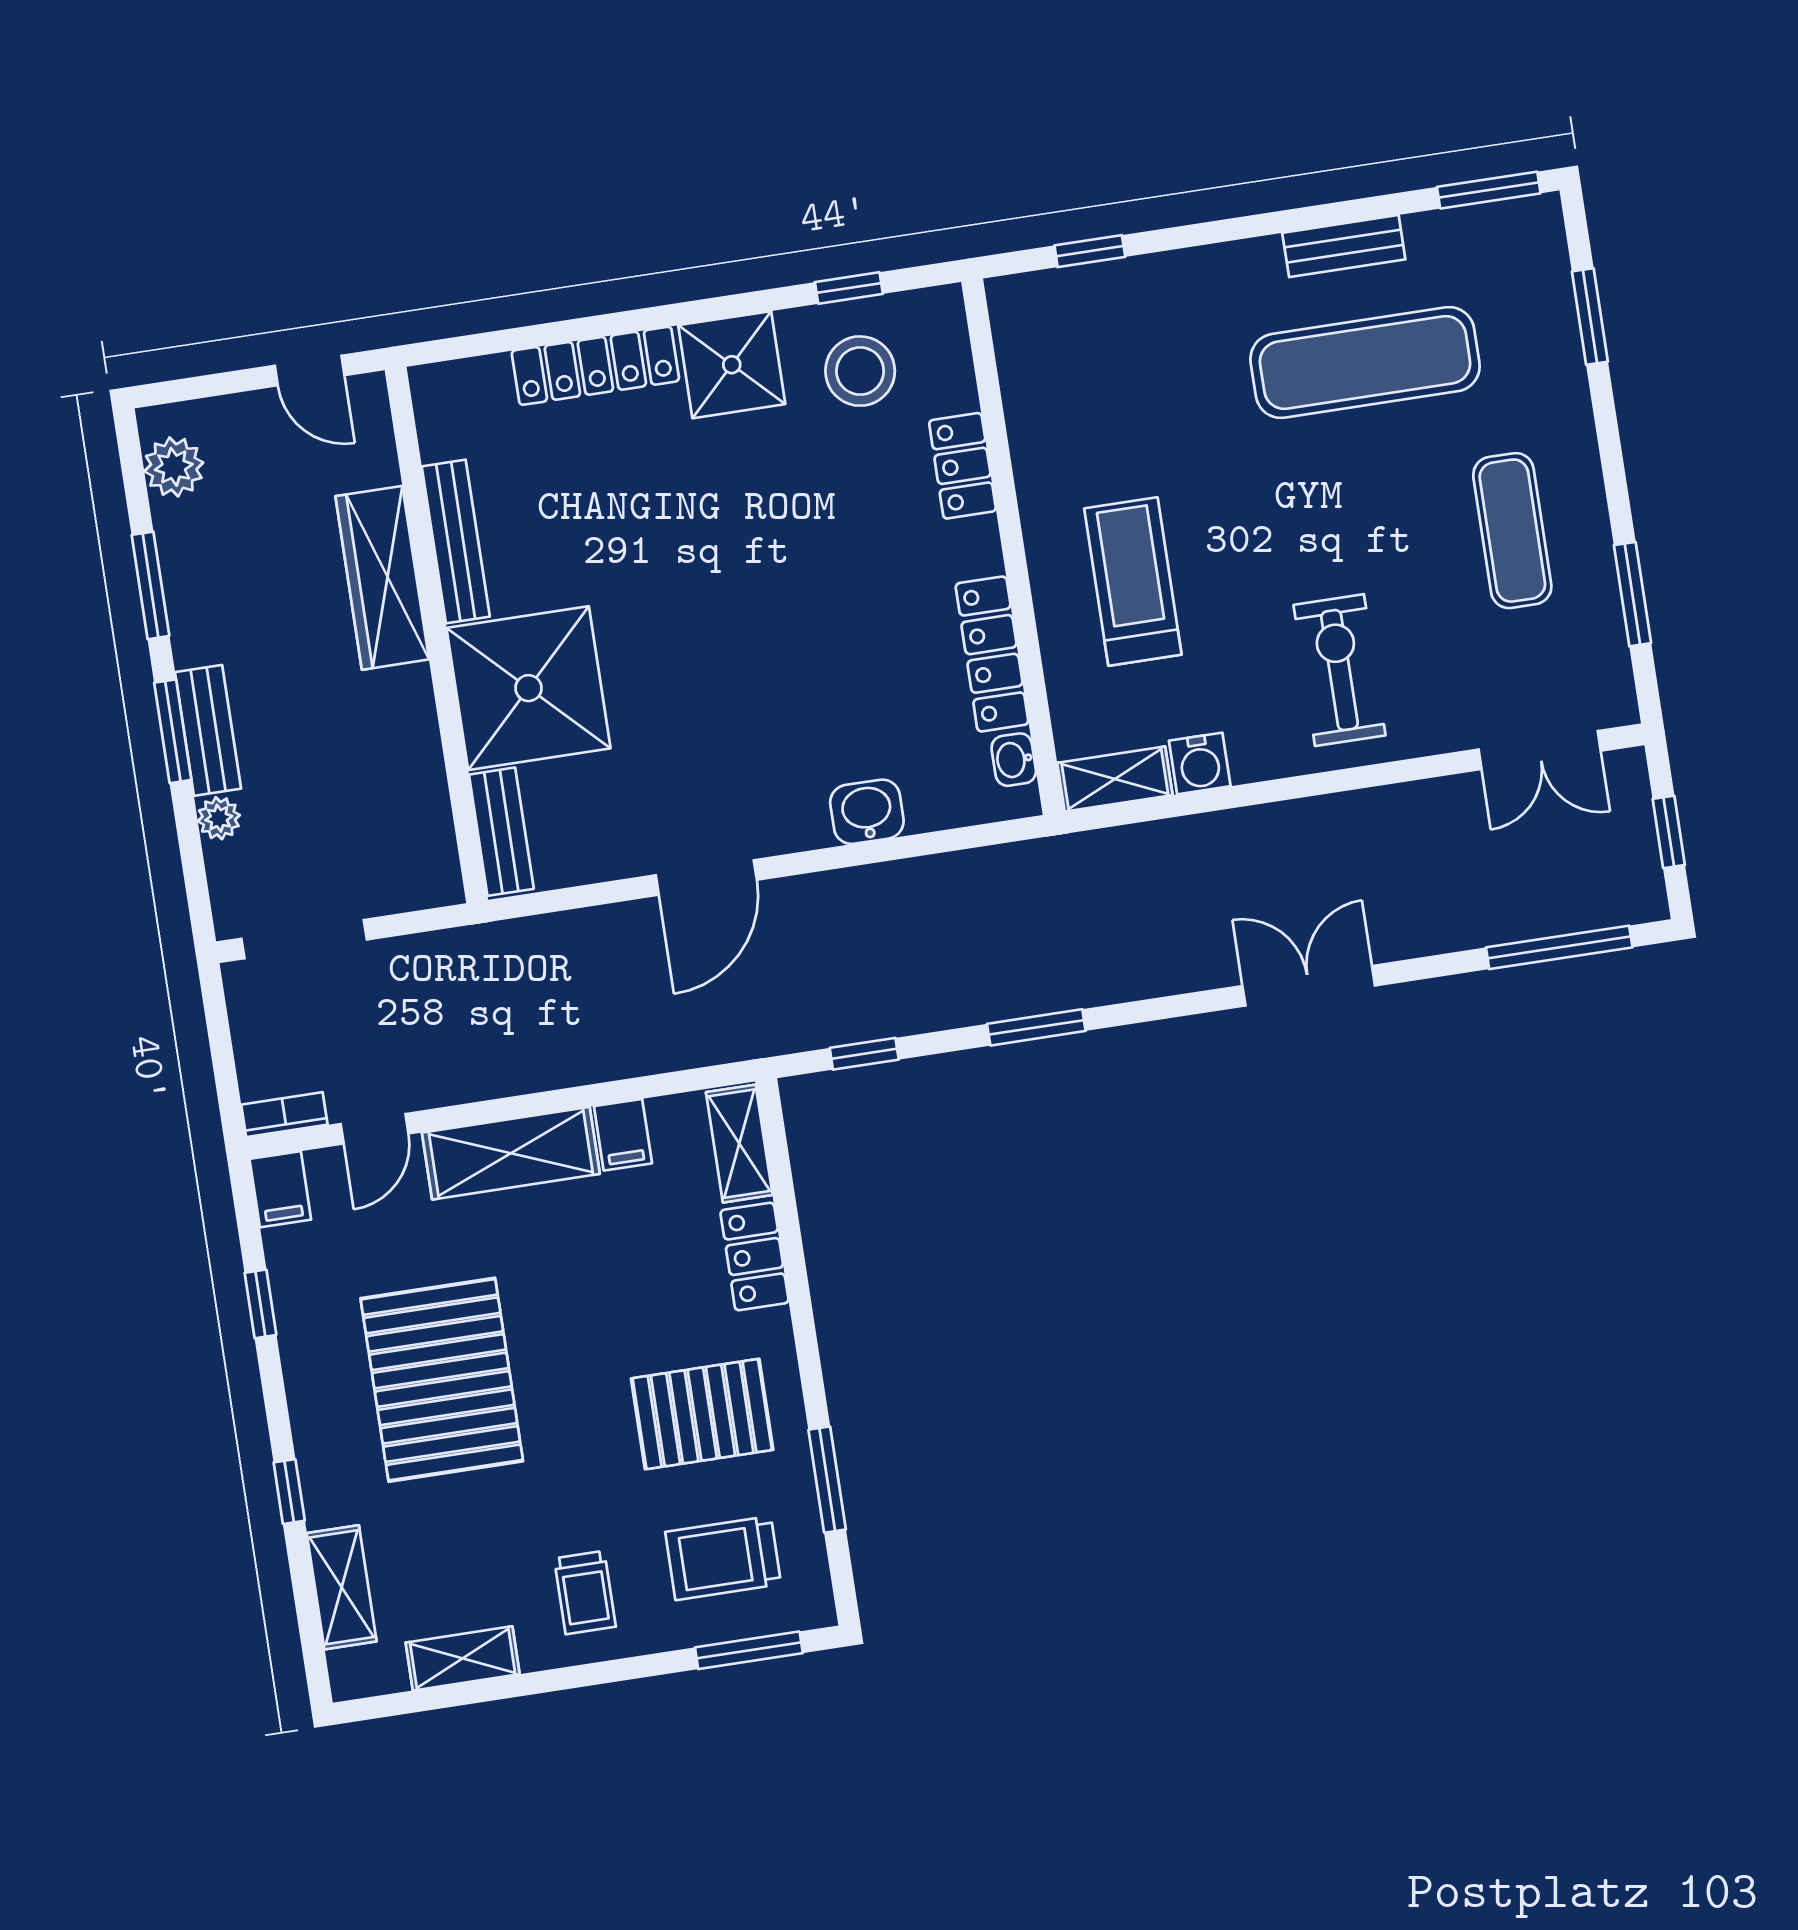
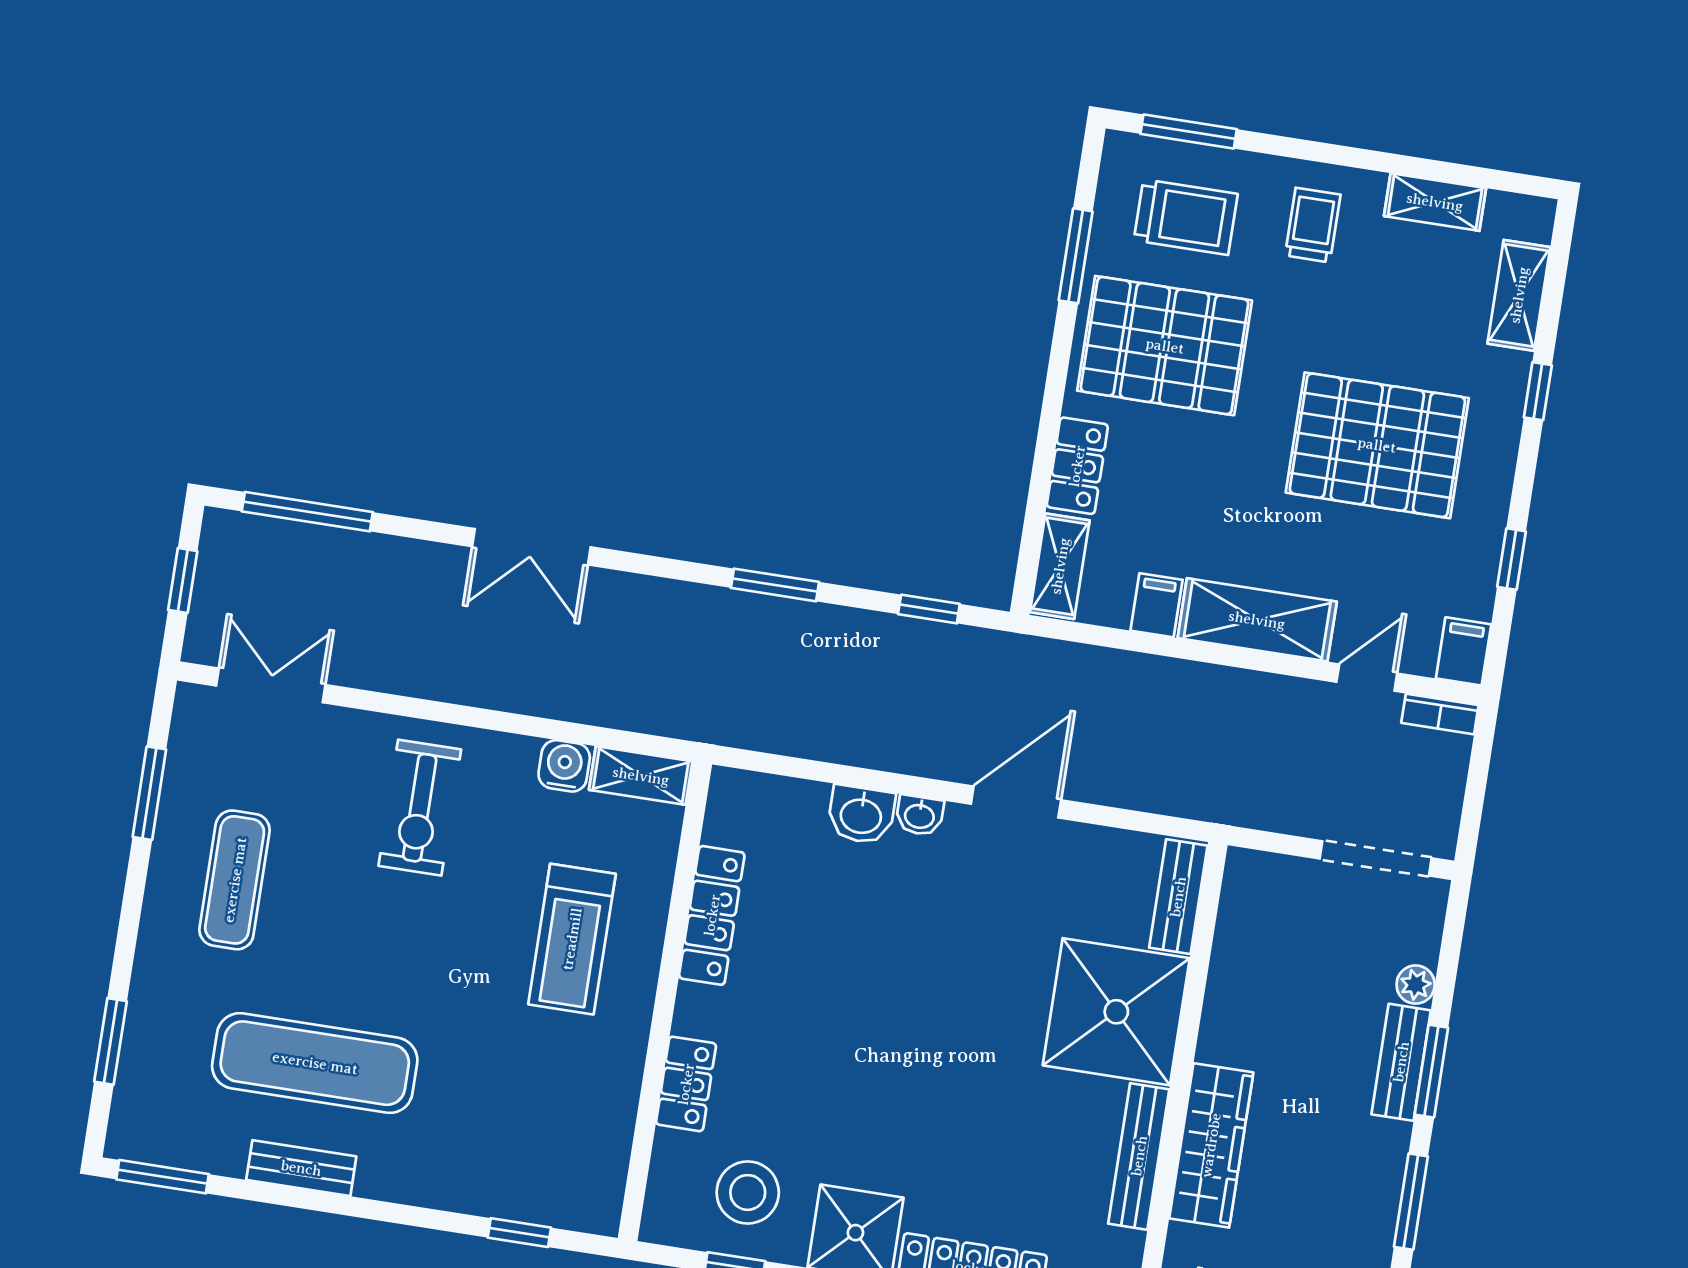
washbasin: (1014, 760) -> (920, 815), moved, turned 90
pallet: (442, 1380) -> (1377, 445), turned 90
pallet: (702, 1414) -> (1165, 346), width x1.37, depth x1.41

